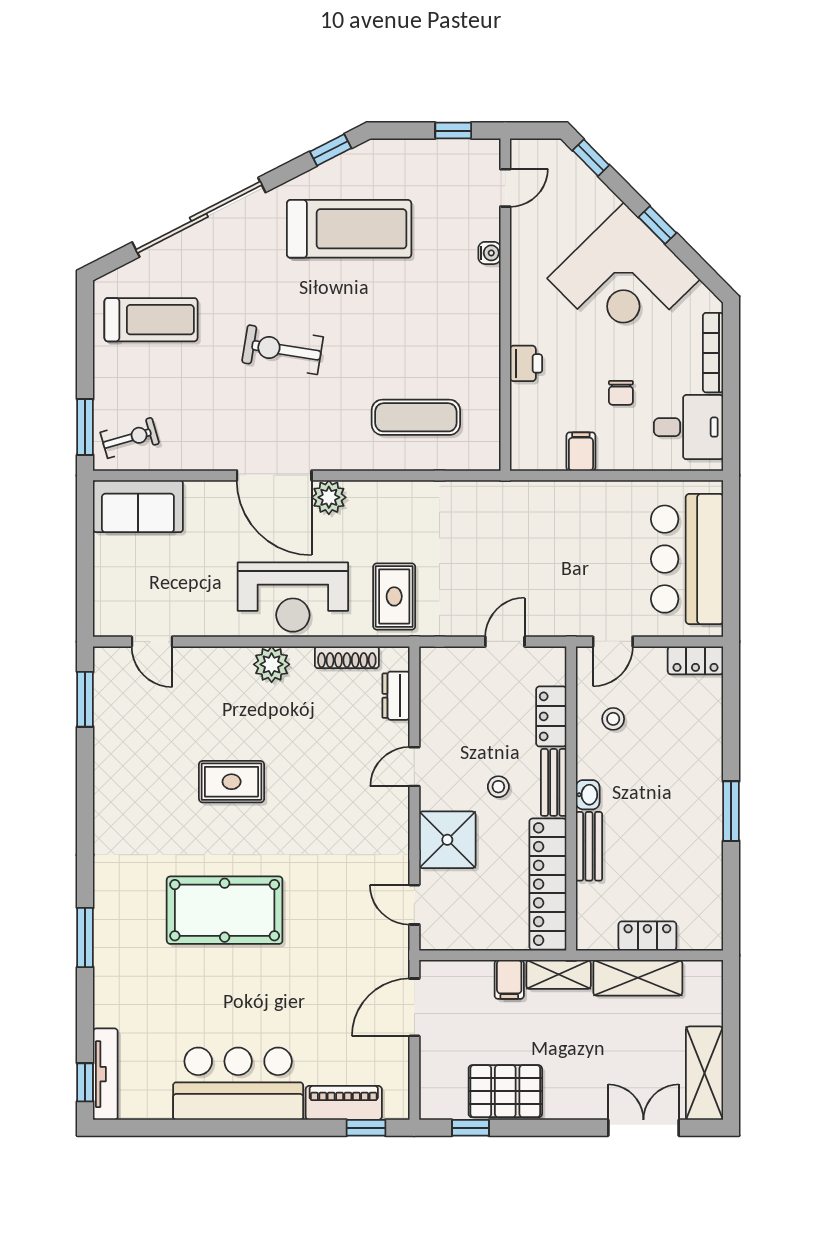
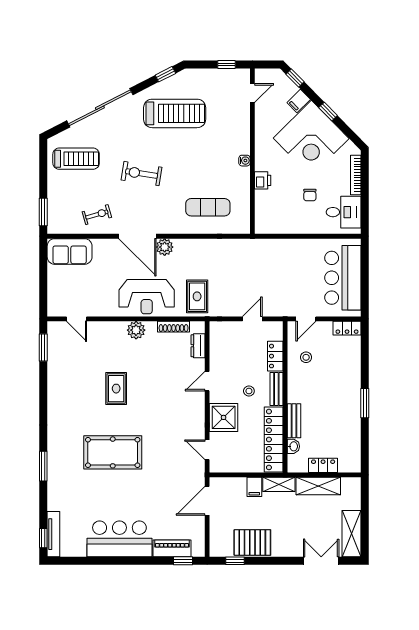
water cooler: (489, 253) -> (244, 161), moved
exercise bike: (130, 438) -> (97, 215), moved
filing cabinet: (581, 452) -> (299, 101), moved, turned -135
rug: (232, 782) -> (116, 389), turned 90
washbasin: (588, 795) -> (293, 446), moved

